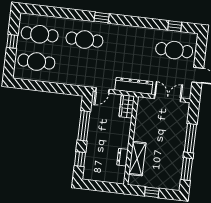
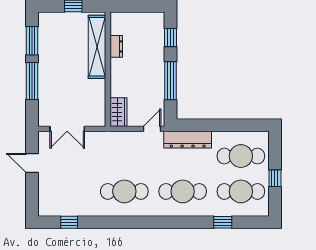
window: (102, 17) -> (223, 222), moved
cafe table: (174, 50) -> (124, 191), moved
dresser: (134, 86) -> (188, 140), moved
shelving: (137, 159) -> (97, 47), width x1.47

